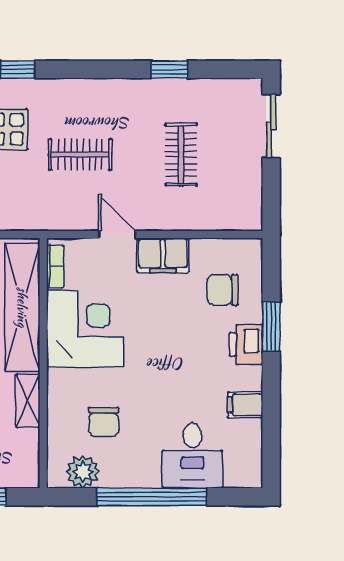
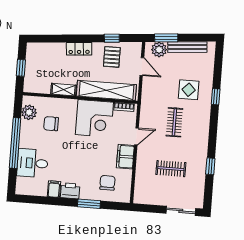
printer: (246, 345) -> (70, 191), moved

